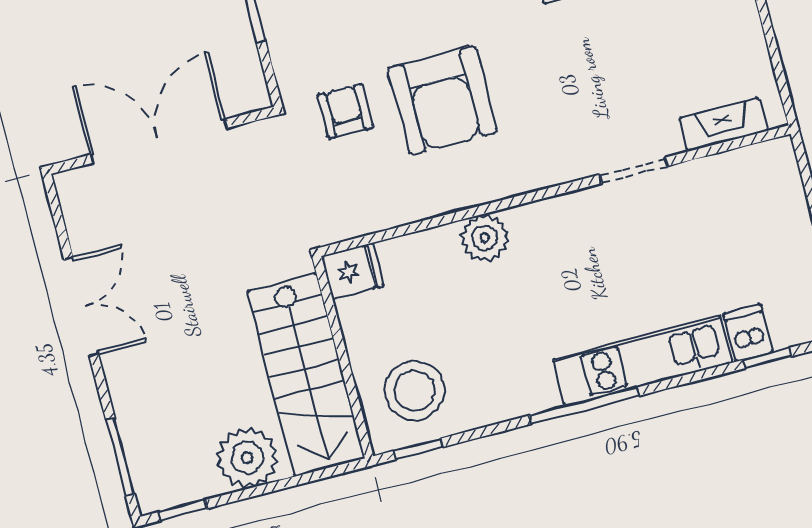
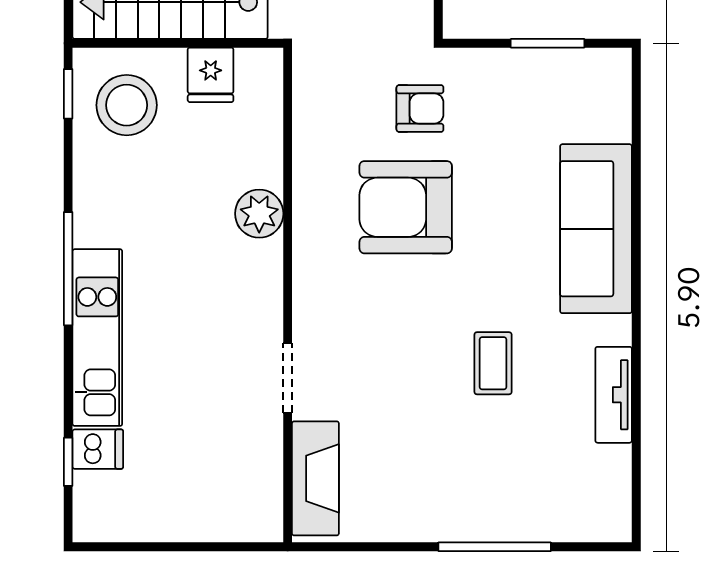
fireplace: (724, 124) -> (315, 478), width x1.37, depth x1.32
fridge: (353, 271) -> (211, 75), moved

